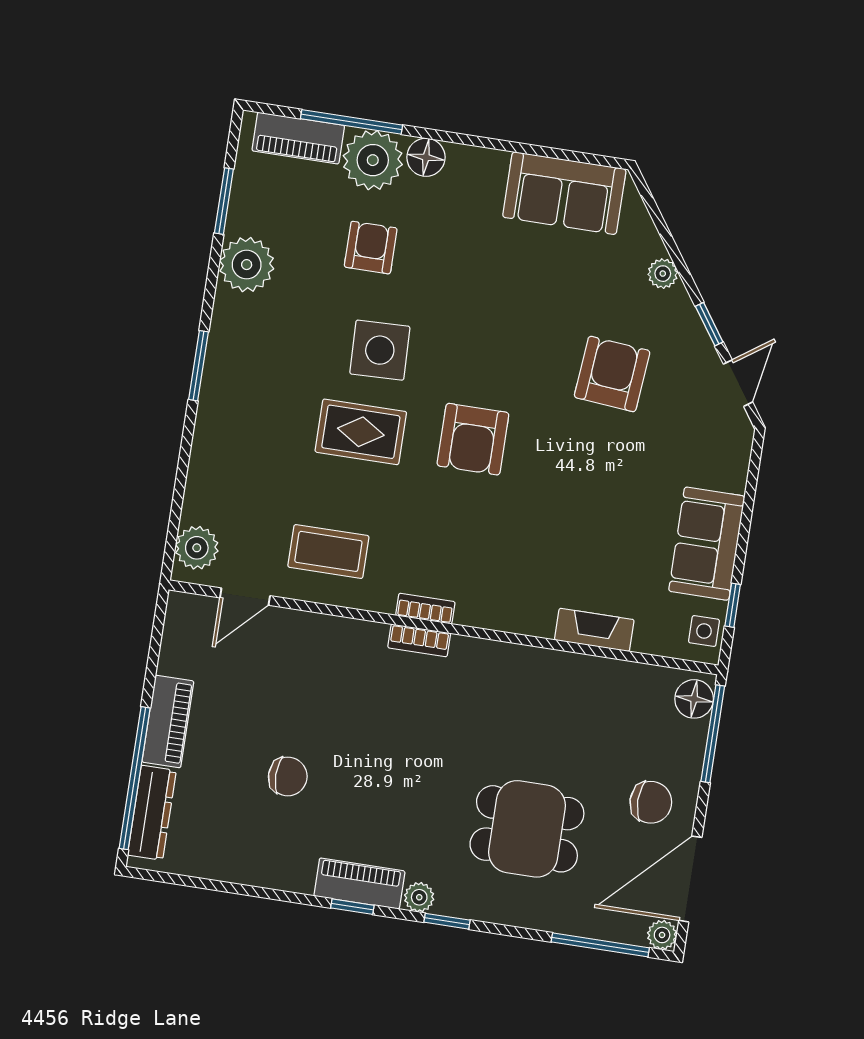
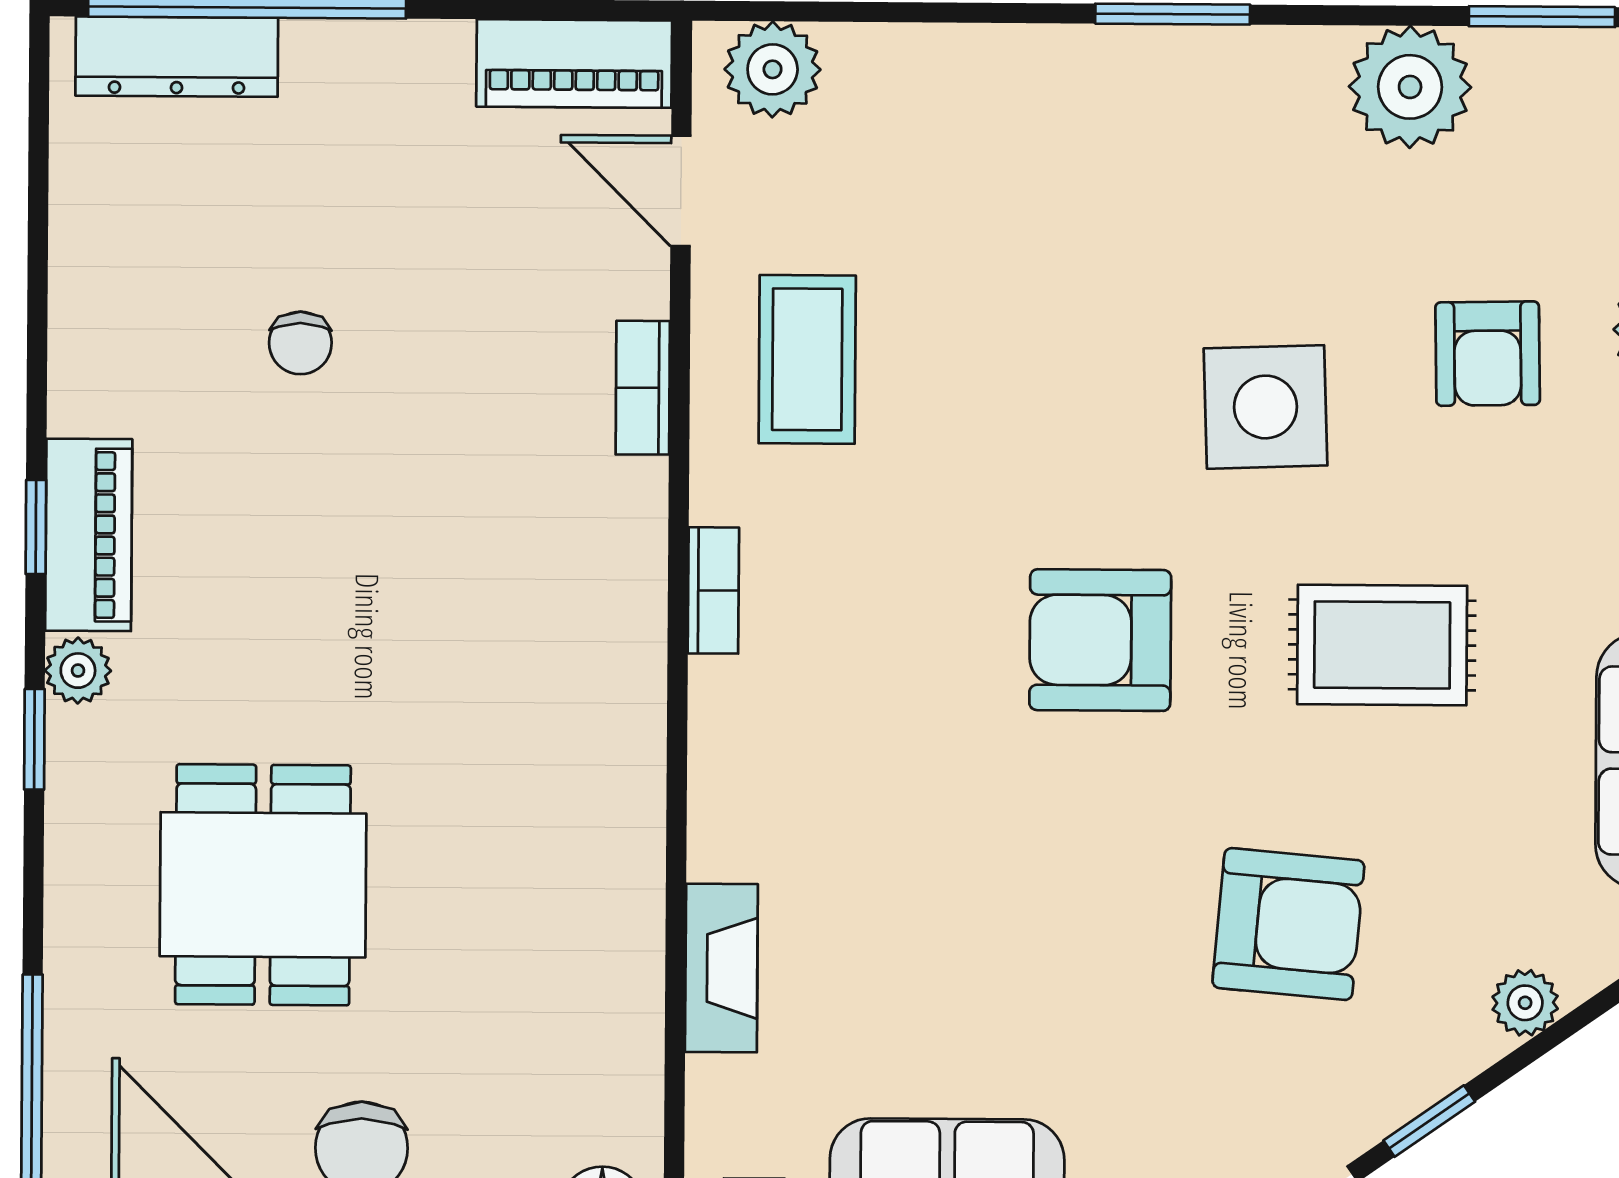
armchair: (371, 248) -> (1488, 354), turned 89
rug: (361, 432) -> (1382, 645), moved, turned 90
bookcase: (419, 640) -> (643, 388), moved
piano: (168, 722) -> (574, 64), moved
chair: (288, 776) -> (300, 343), width x0.73, depth x0.73

